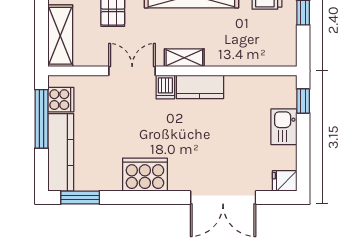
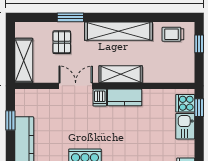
shelving: (184, 58) -> (121, 74), width x1.50, depth x1.33
cooker: (61, 100) -> (185, 103), moved, turned 180
window: (41, 119) -> (10, 120), width x0.46

